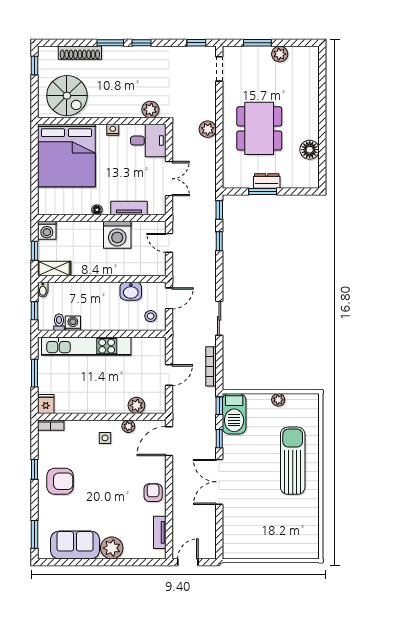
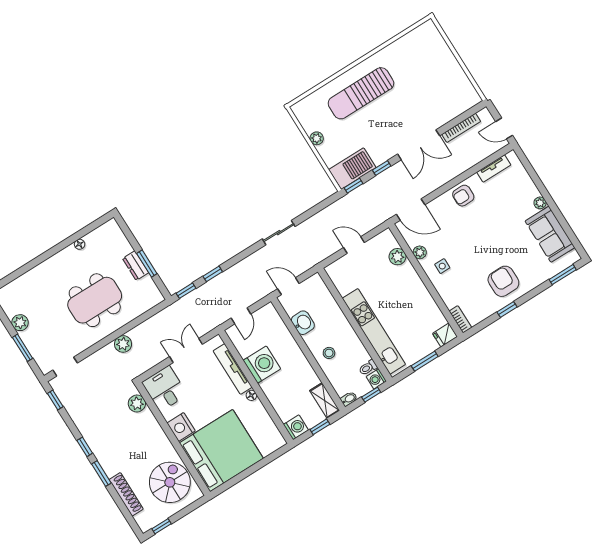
nightstand: (113, 130) -> (181, 427), width x1.89, depth x1.79
floor lamp: (310, 150) -> (80, 244), width x0.53, depth x0.53
tv unit: (129, 208) -> (233, 369), width x1.41
stool: (151, 316) -> (329, 353), moved
washing machine: (73, 323) -> (376, 379), moved
bookcase: (211, 366) -> (461, 128), moved
plant: (112, 548) -> (540, 203), width x0.53, depth x0.53

